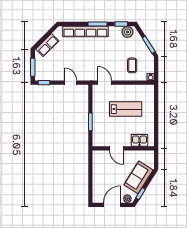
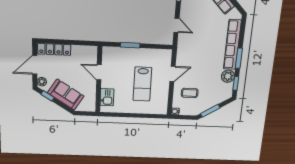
plant: (127, 32) -> (228, 76), moved
door: (71, 83) -> (176, 25), hinge flipped
door: (105, 83) -> (173, 74), moved
door: (116, 148) -> (99, 72), hinge flipped
locker: (97, 188) -> (54, 49), added
door: (112, 205) -> (35, 65), swing flipped

